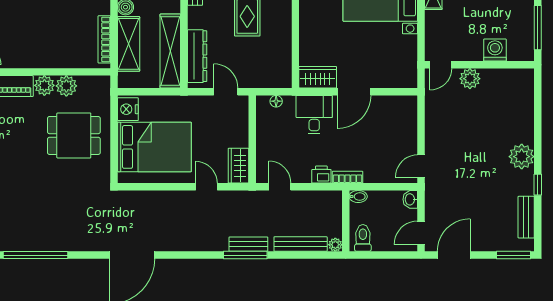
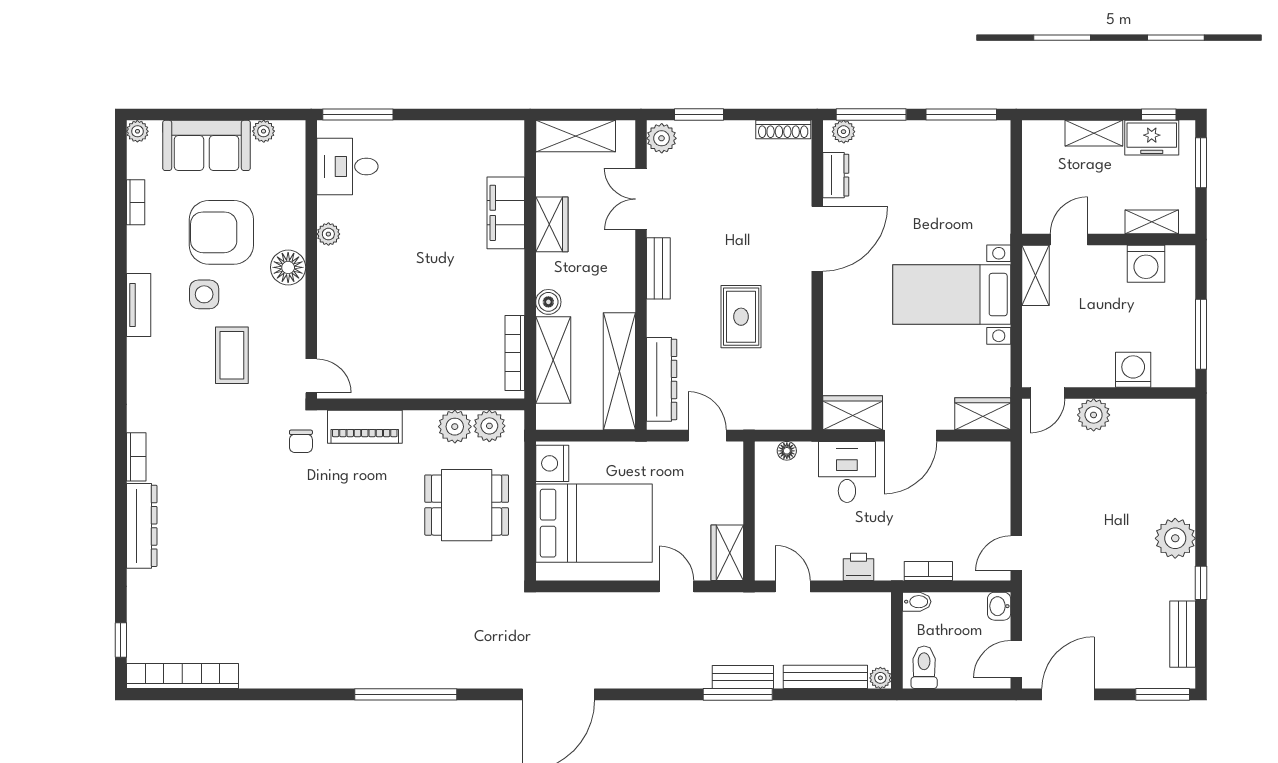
wardrobe: (400, 78) -> (983, 414), added
plant: (44, 85) -> (489, 426), moved
bookcase: (348, 177) -> (928, 571), moved

